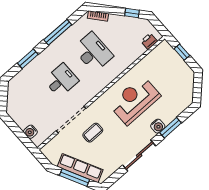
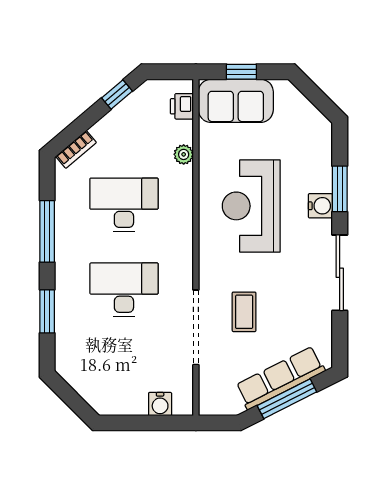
plant: (132, 58) -> (184, 154), added
sofa: (169, 60) -> (236, 101), added
desk: (61, 80) -> (124, 290), width x1.37

